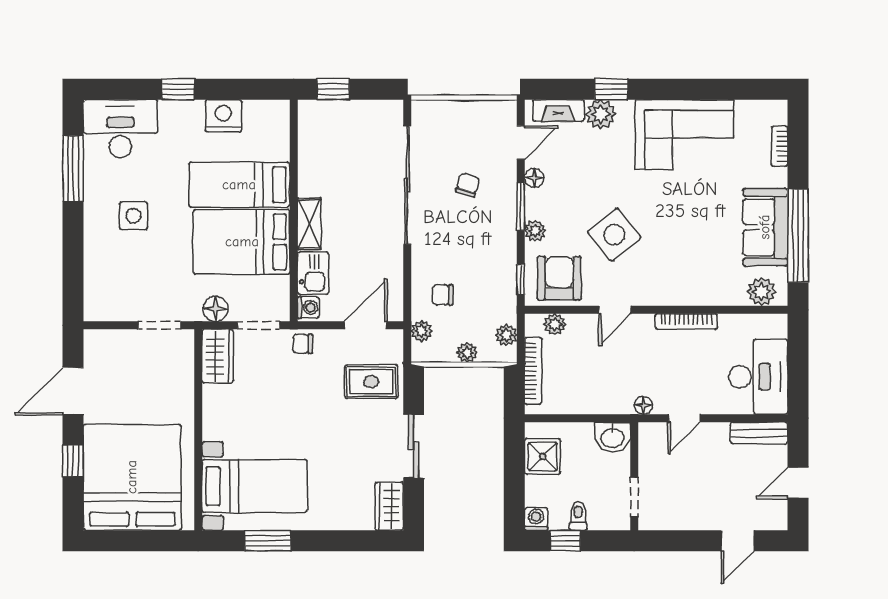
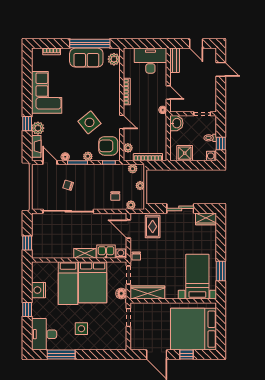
wardrobe: (218, 356) -> (147, 293), width x1.50

